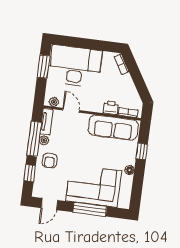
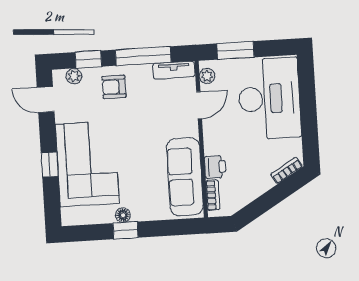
window: (43, 67) -> (235, 50), moved
plant: (44, 140) -> (74, 76), moved
window: (142, 151) -> (125, 230), moved
window: (90, 209) -> (50, 165), width x0.46

